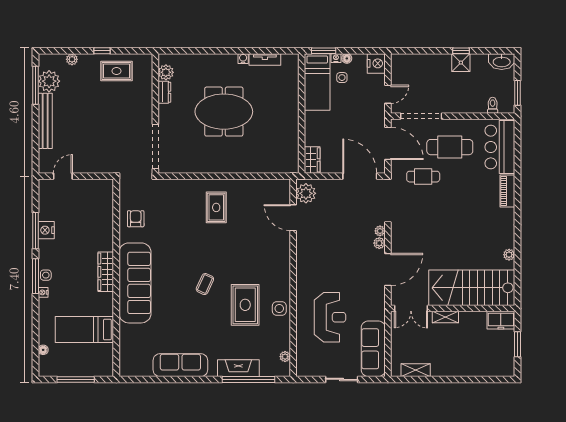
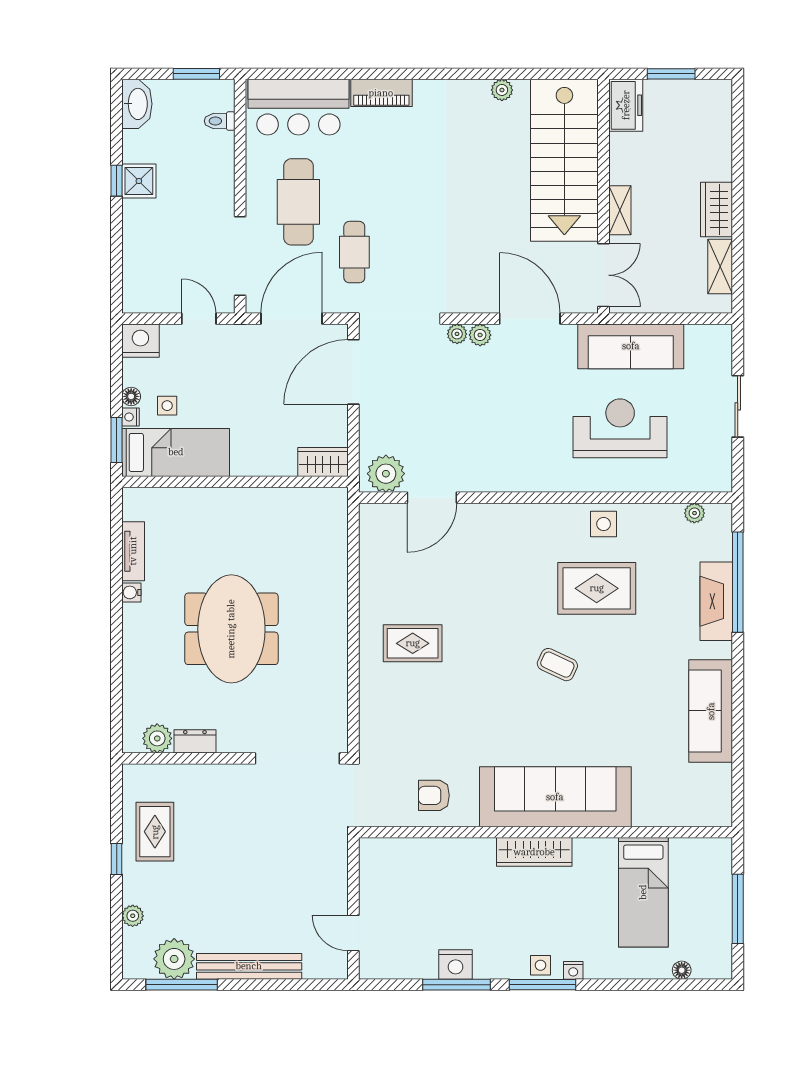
sofa: (373, 349) -> (631, 346), moved
wardrobe: (446, 368) -> (717, 209), added

